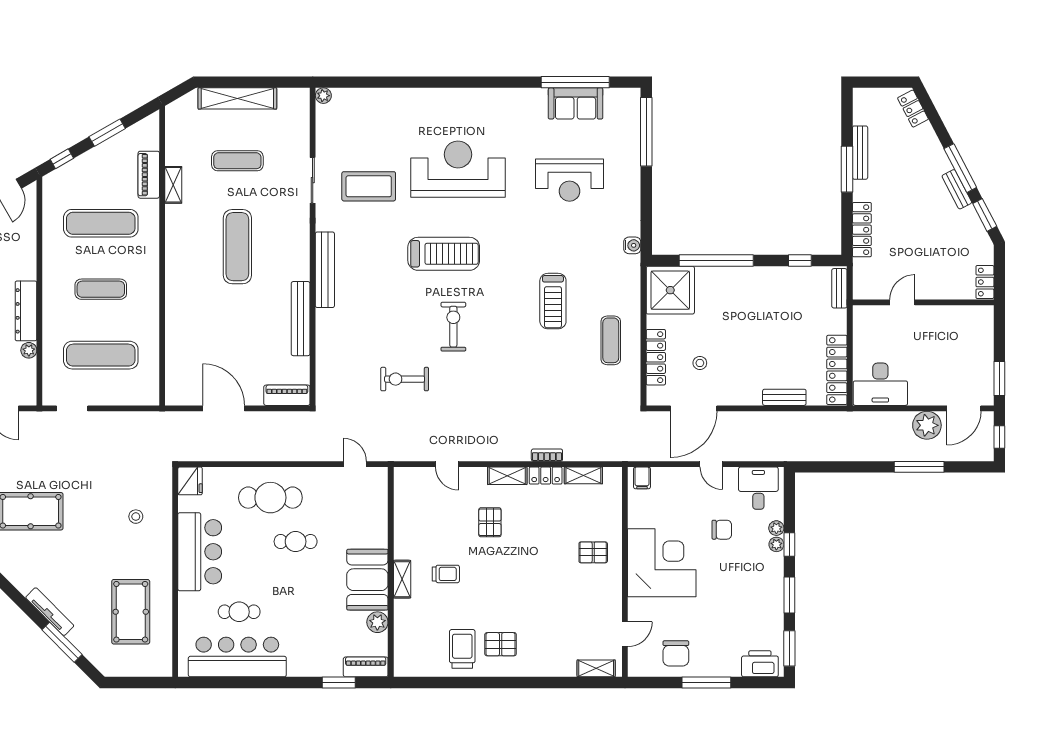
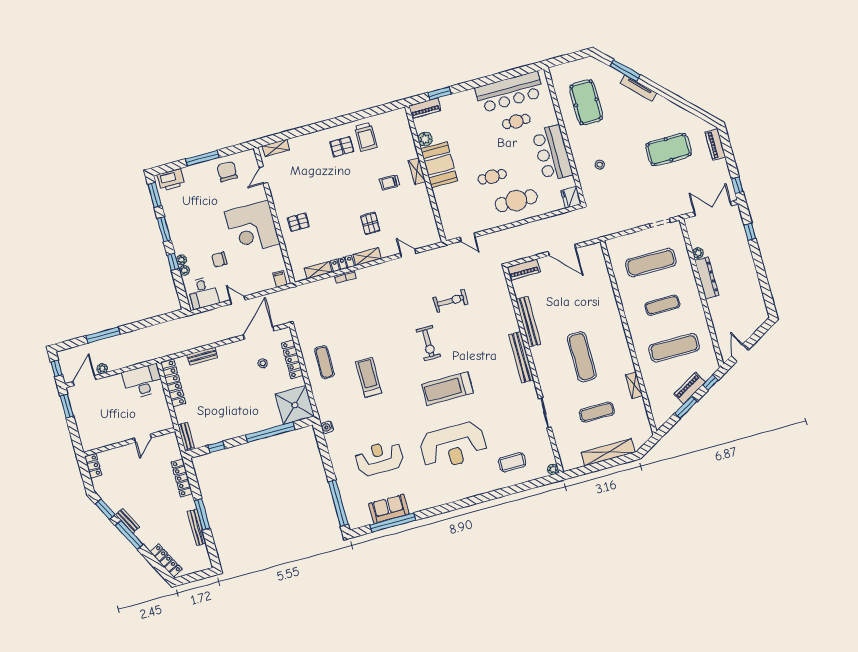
locker: (913, 109) -> (166, 561), width x1.53
piano: (149, 175) -> (690, 388), moved, turned -120
coffee table: (369, 186) -> (512, 462), moved, width x0.73, depth x0.76
plant: (927, 425) -> (102, 369), width x0.53, depth x0.53

